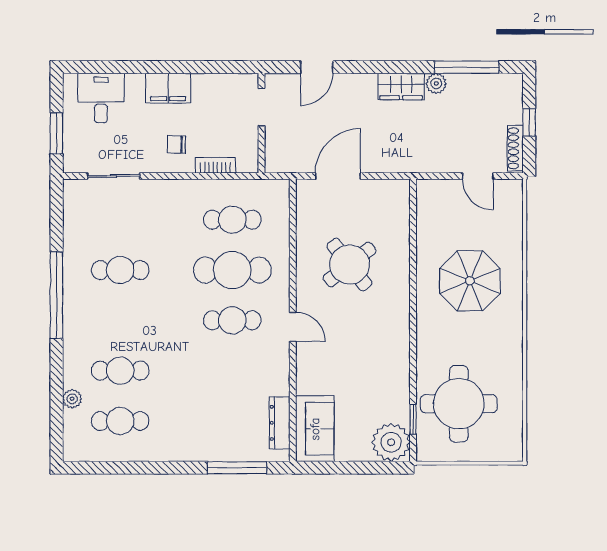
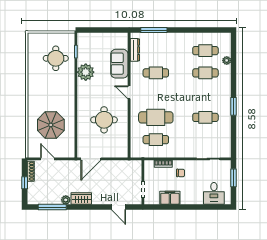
door: (317, 67) -> (119, 207), swing flipped
filing cabinet: (168, 88) -> (170, 198), moved
door: (338, 176) -> (91, 159), moved
round table: (350, 265) -> (104, 120), turned 38
parasol: (470, 281) -> (51, 125), moved
window: (57, 295) -> (234, 106), width x0.47
cafe table: (232, 320) -> (156, 73), moved
round table: (459, 404) -> (56, 58), width x0.73, depth x0.73
sofa: (315, 429) -> (119, 64), moved
plant: (391, 442) -> (86, 72), moved

